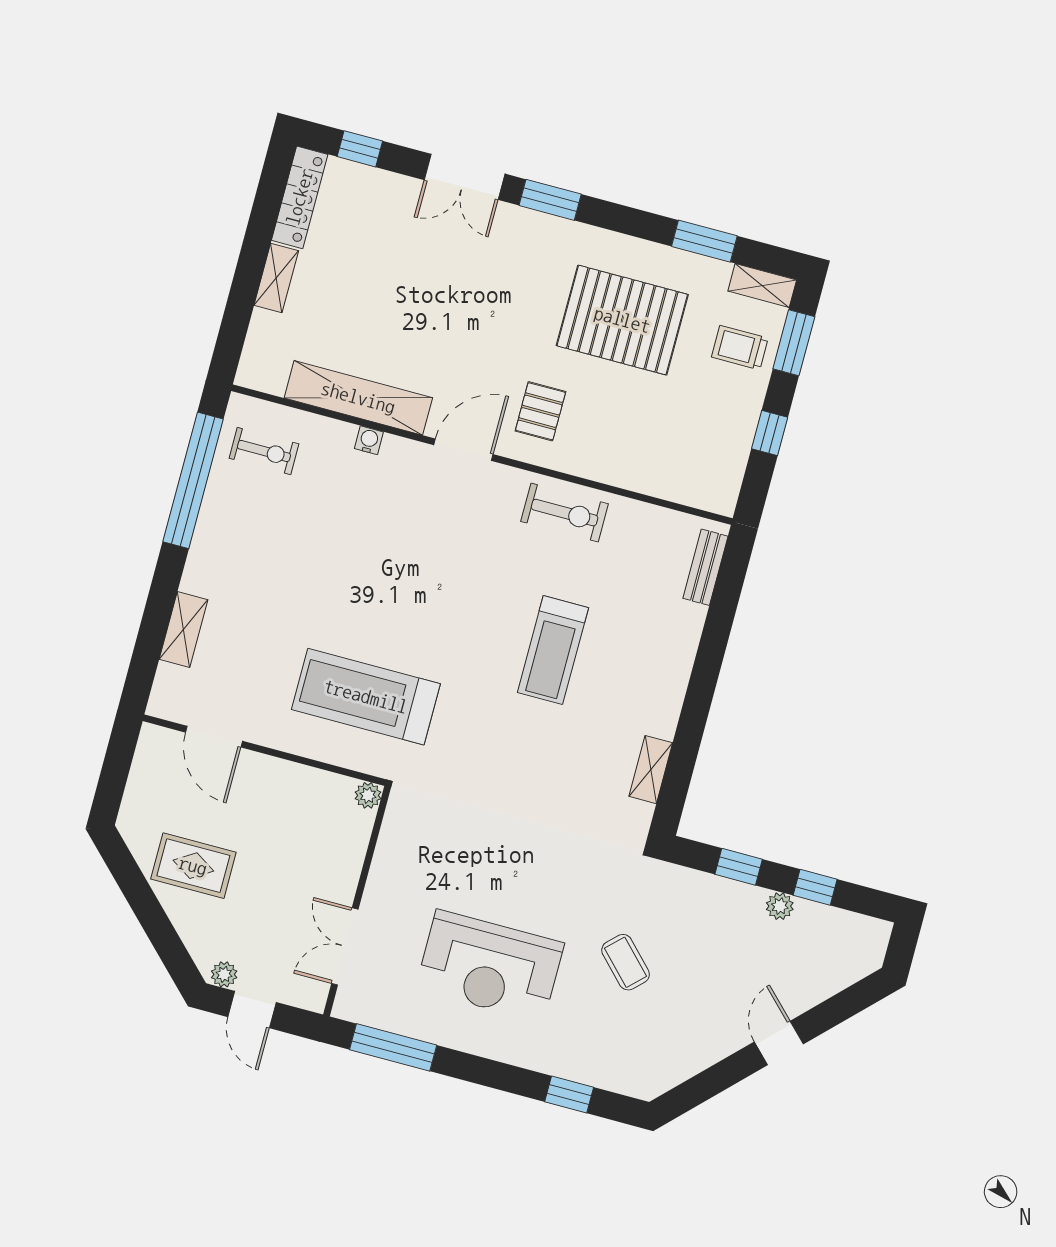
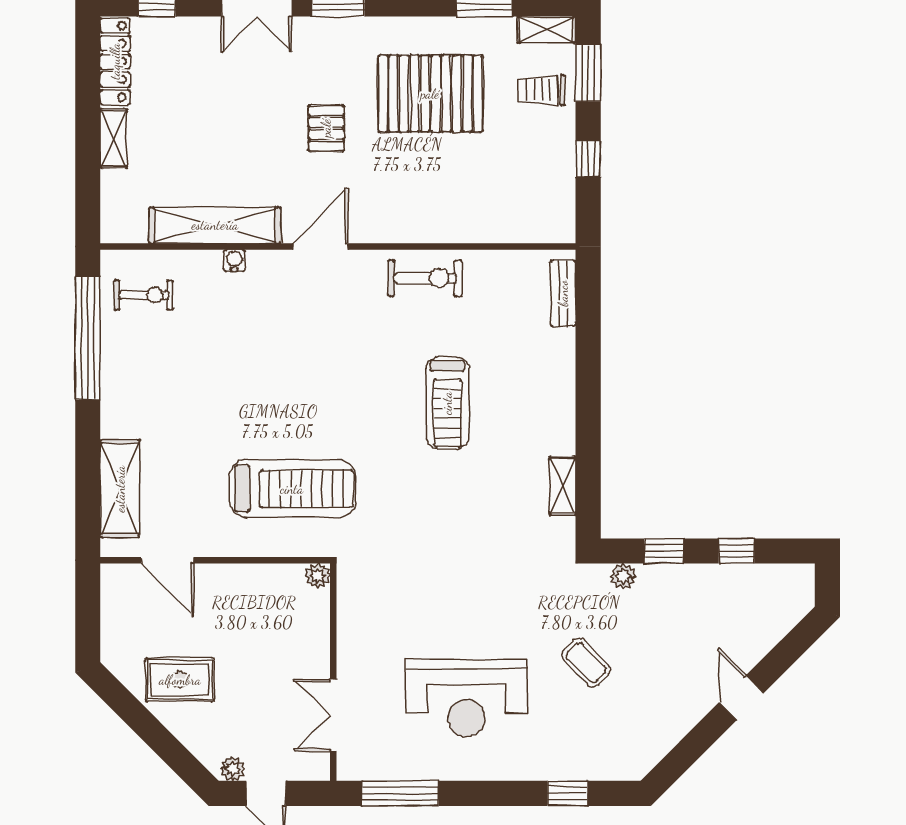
pallet: (540, 411) -> (326, 128), moved
shelving: (184, 630) -> (120, 489), width x1.50, depth x1.33
treadmill: (366, 697) -> (292, 489), turned 180
plant: (780, 906) -> (623, 576), moved

